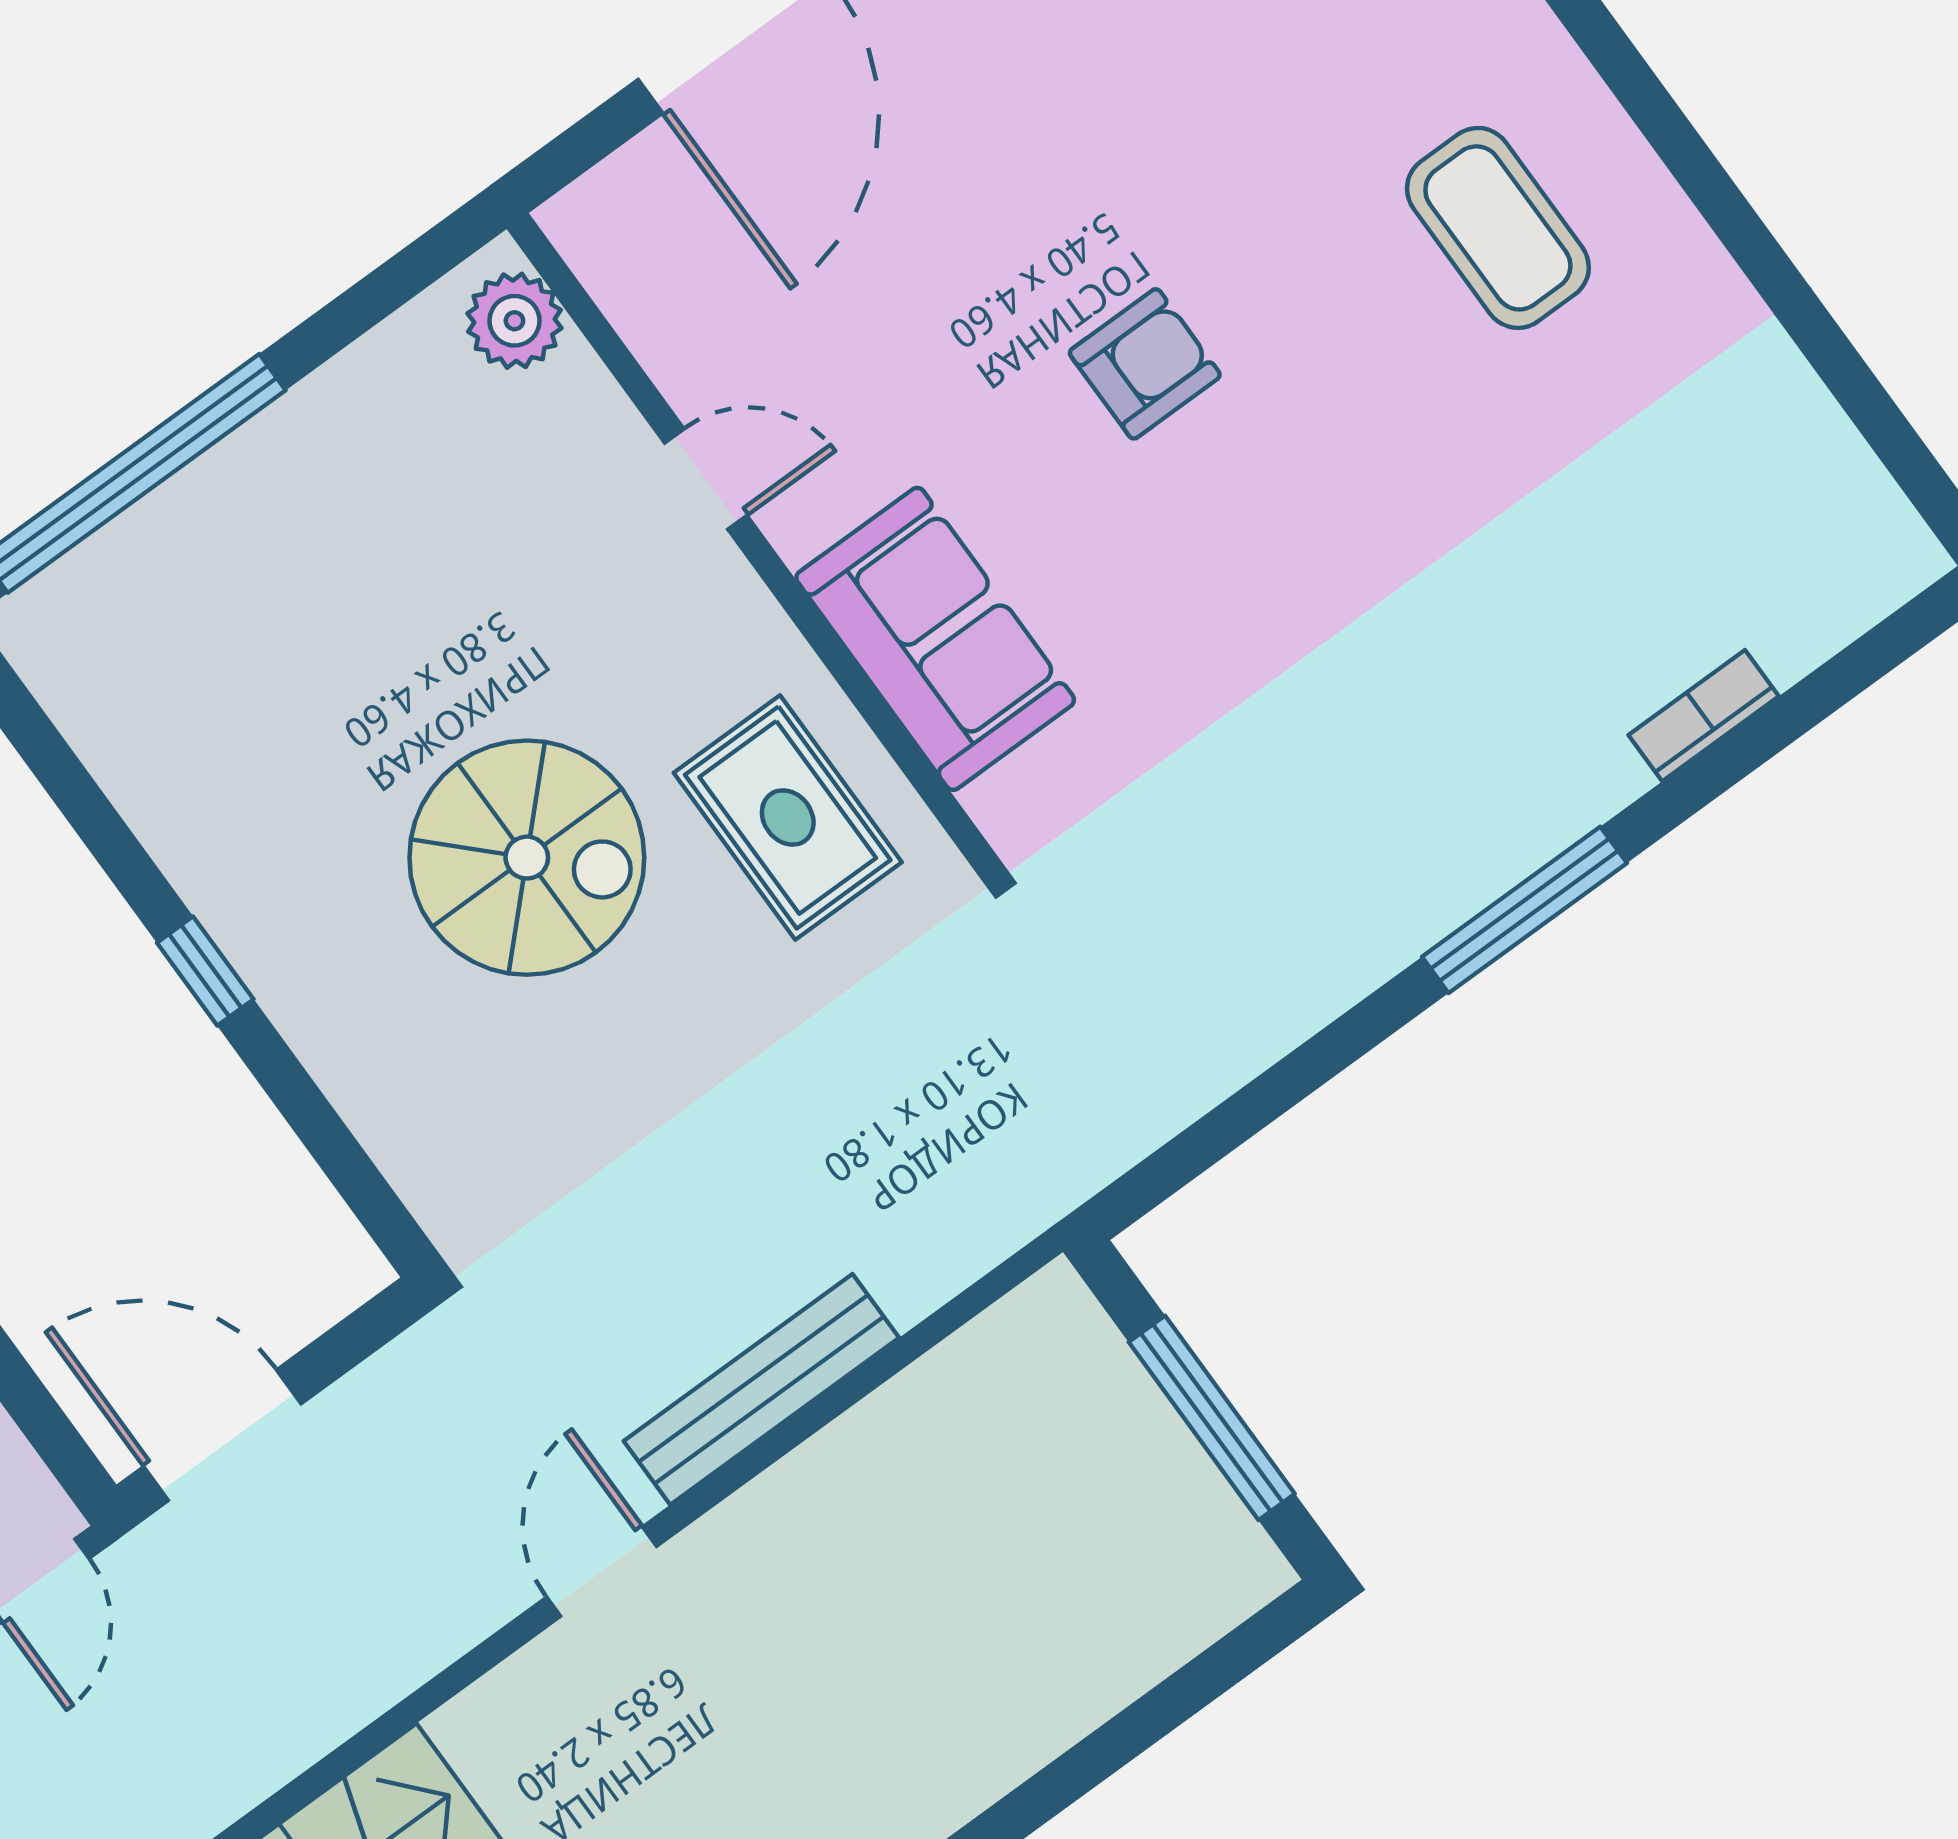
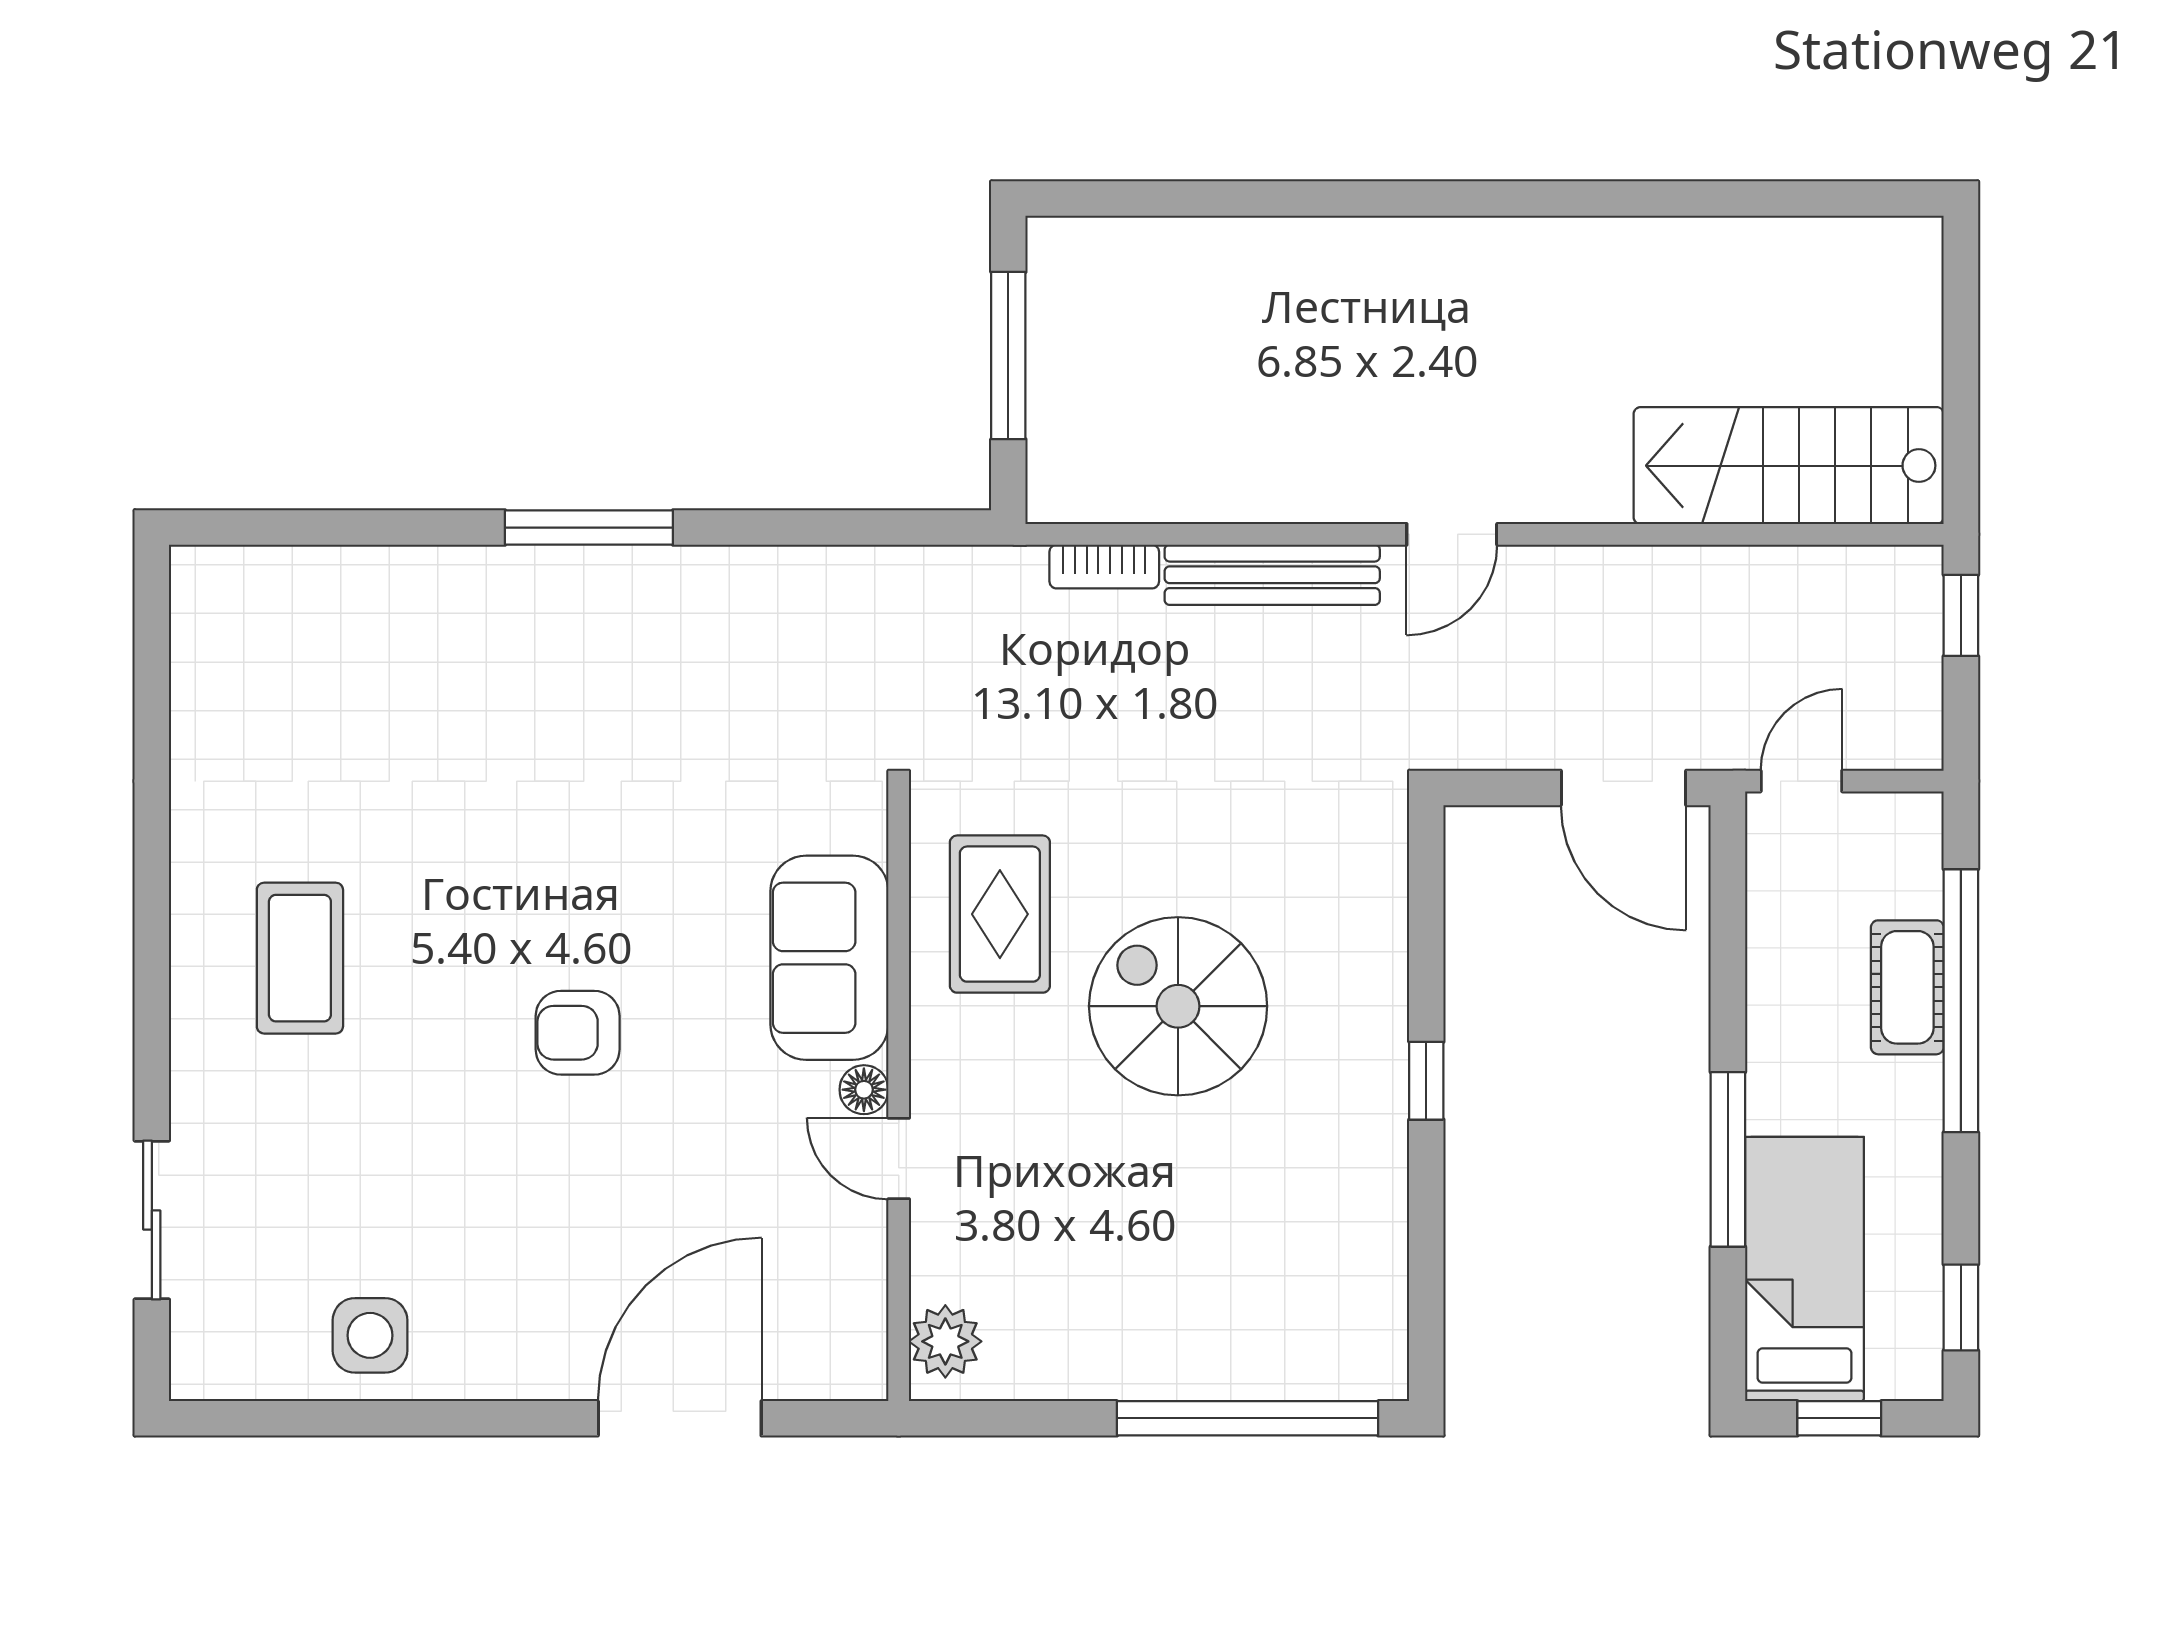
floor lamp: (796, 525) -> (864, 1090), added
bookcase: (1704, 716) -> (1104, 567), moved

